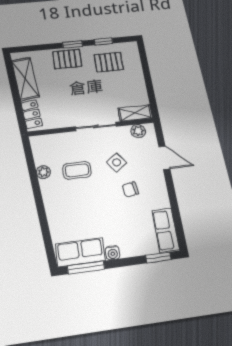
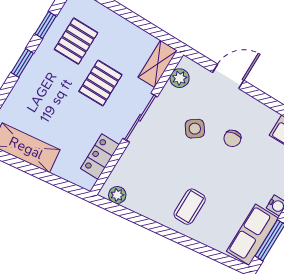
pallet: (67, 59) -> (100, 83), moved
locker: (32, 114) -> (100, 157), moved, turned -83
coffee table: (77, 170) -> (190, 207), moved
plant: (43, 172) -> (117, 195), moved

